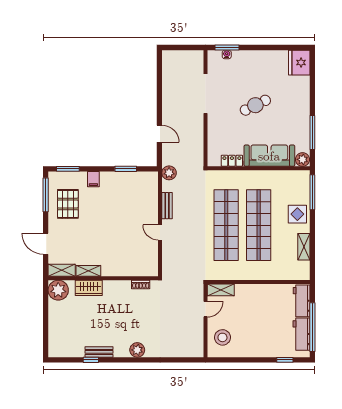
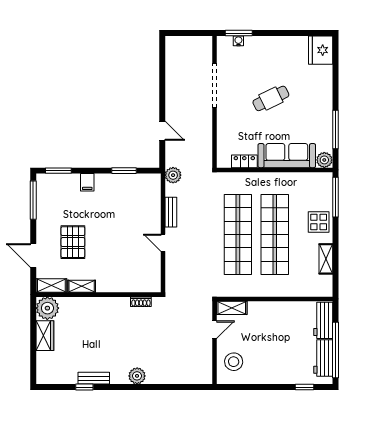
pallet: (68, 204) -> (73, 242), moved
wardrobe: (89, 288) -> (45, 336), moved, turned -90

